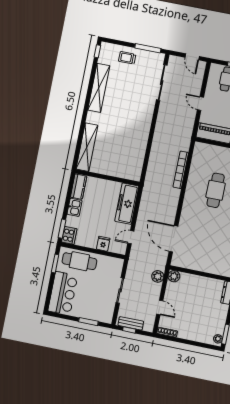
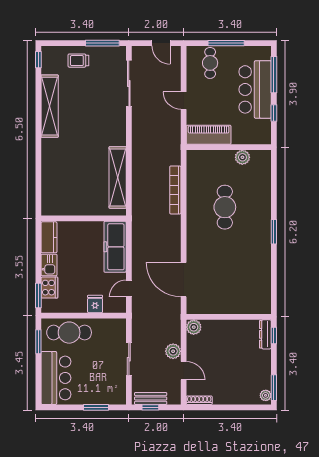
shelving: (87, 147) -> (118, 177), moved
cooker: (69, 235) -> (49, 288), moved
plant: (158, 276) -> (173, 351), moved

